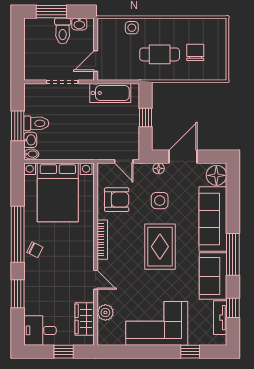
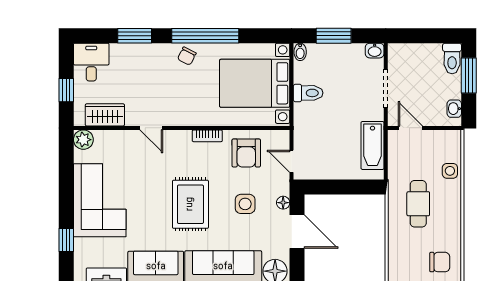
toilet: (63, 31) -> (452, 58), moved, turned -90
chair: (195, 52) -> (440, 262), moved
window: (145, 117) -> (343, 187), removed
toilet: (36, 123) -> (308, 93), moved, turned -90
washbasin: (30, 140) -> (375, 51), moved
door: (124, 161) -> (292, 161), hinge flipped
bookcase: (102, 240) -> (207, 136), width x0.64
rug: (160, 247) -> (190, 204), turned 90
door: (96, 280) -> (151, 128), hinge flipped
plant: (105, 312) -> (83, 140), moved

